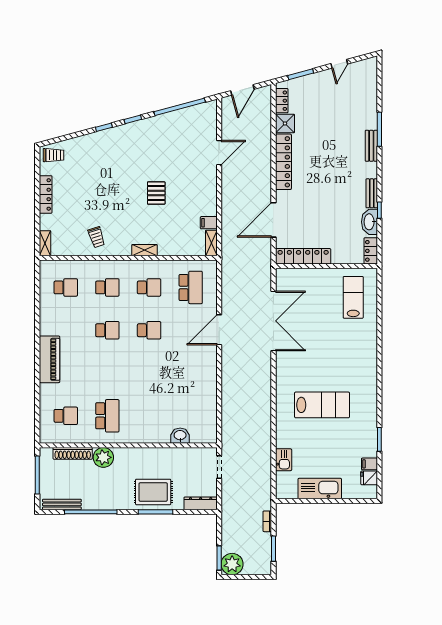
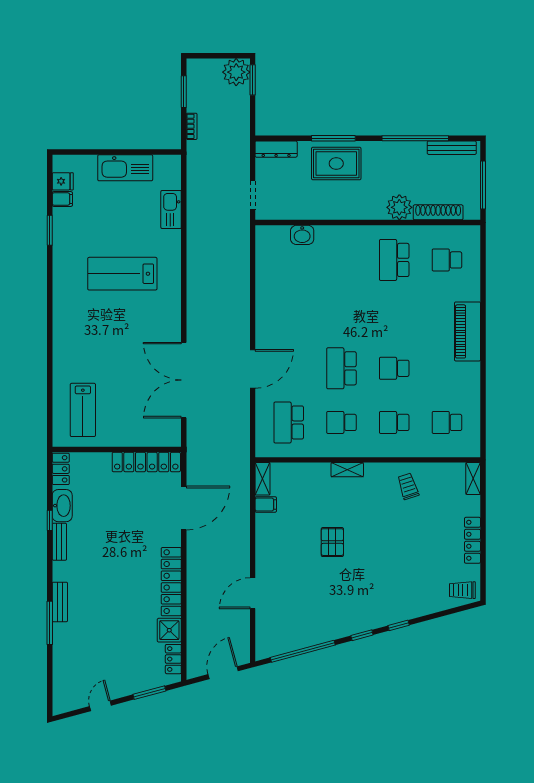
school desk: (149, 330) -> (341, 368), width x1.85
kitchen sink: (284, 460) -> (171, 210), width x1.38

